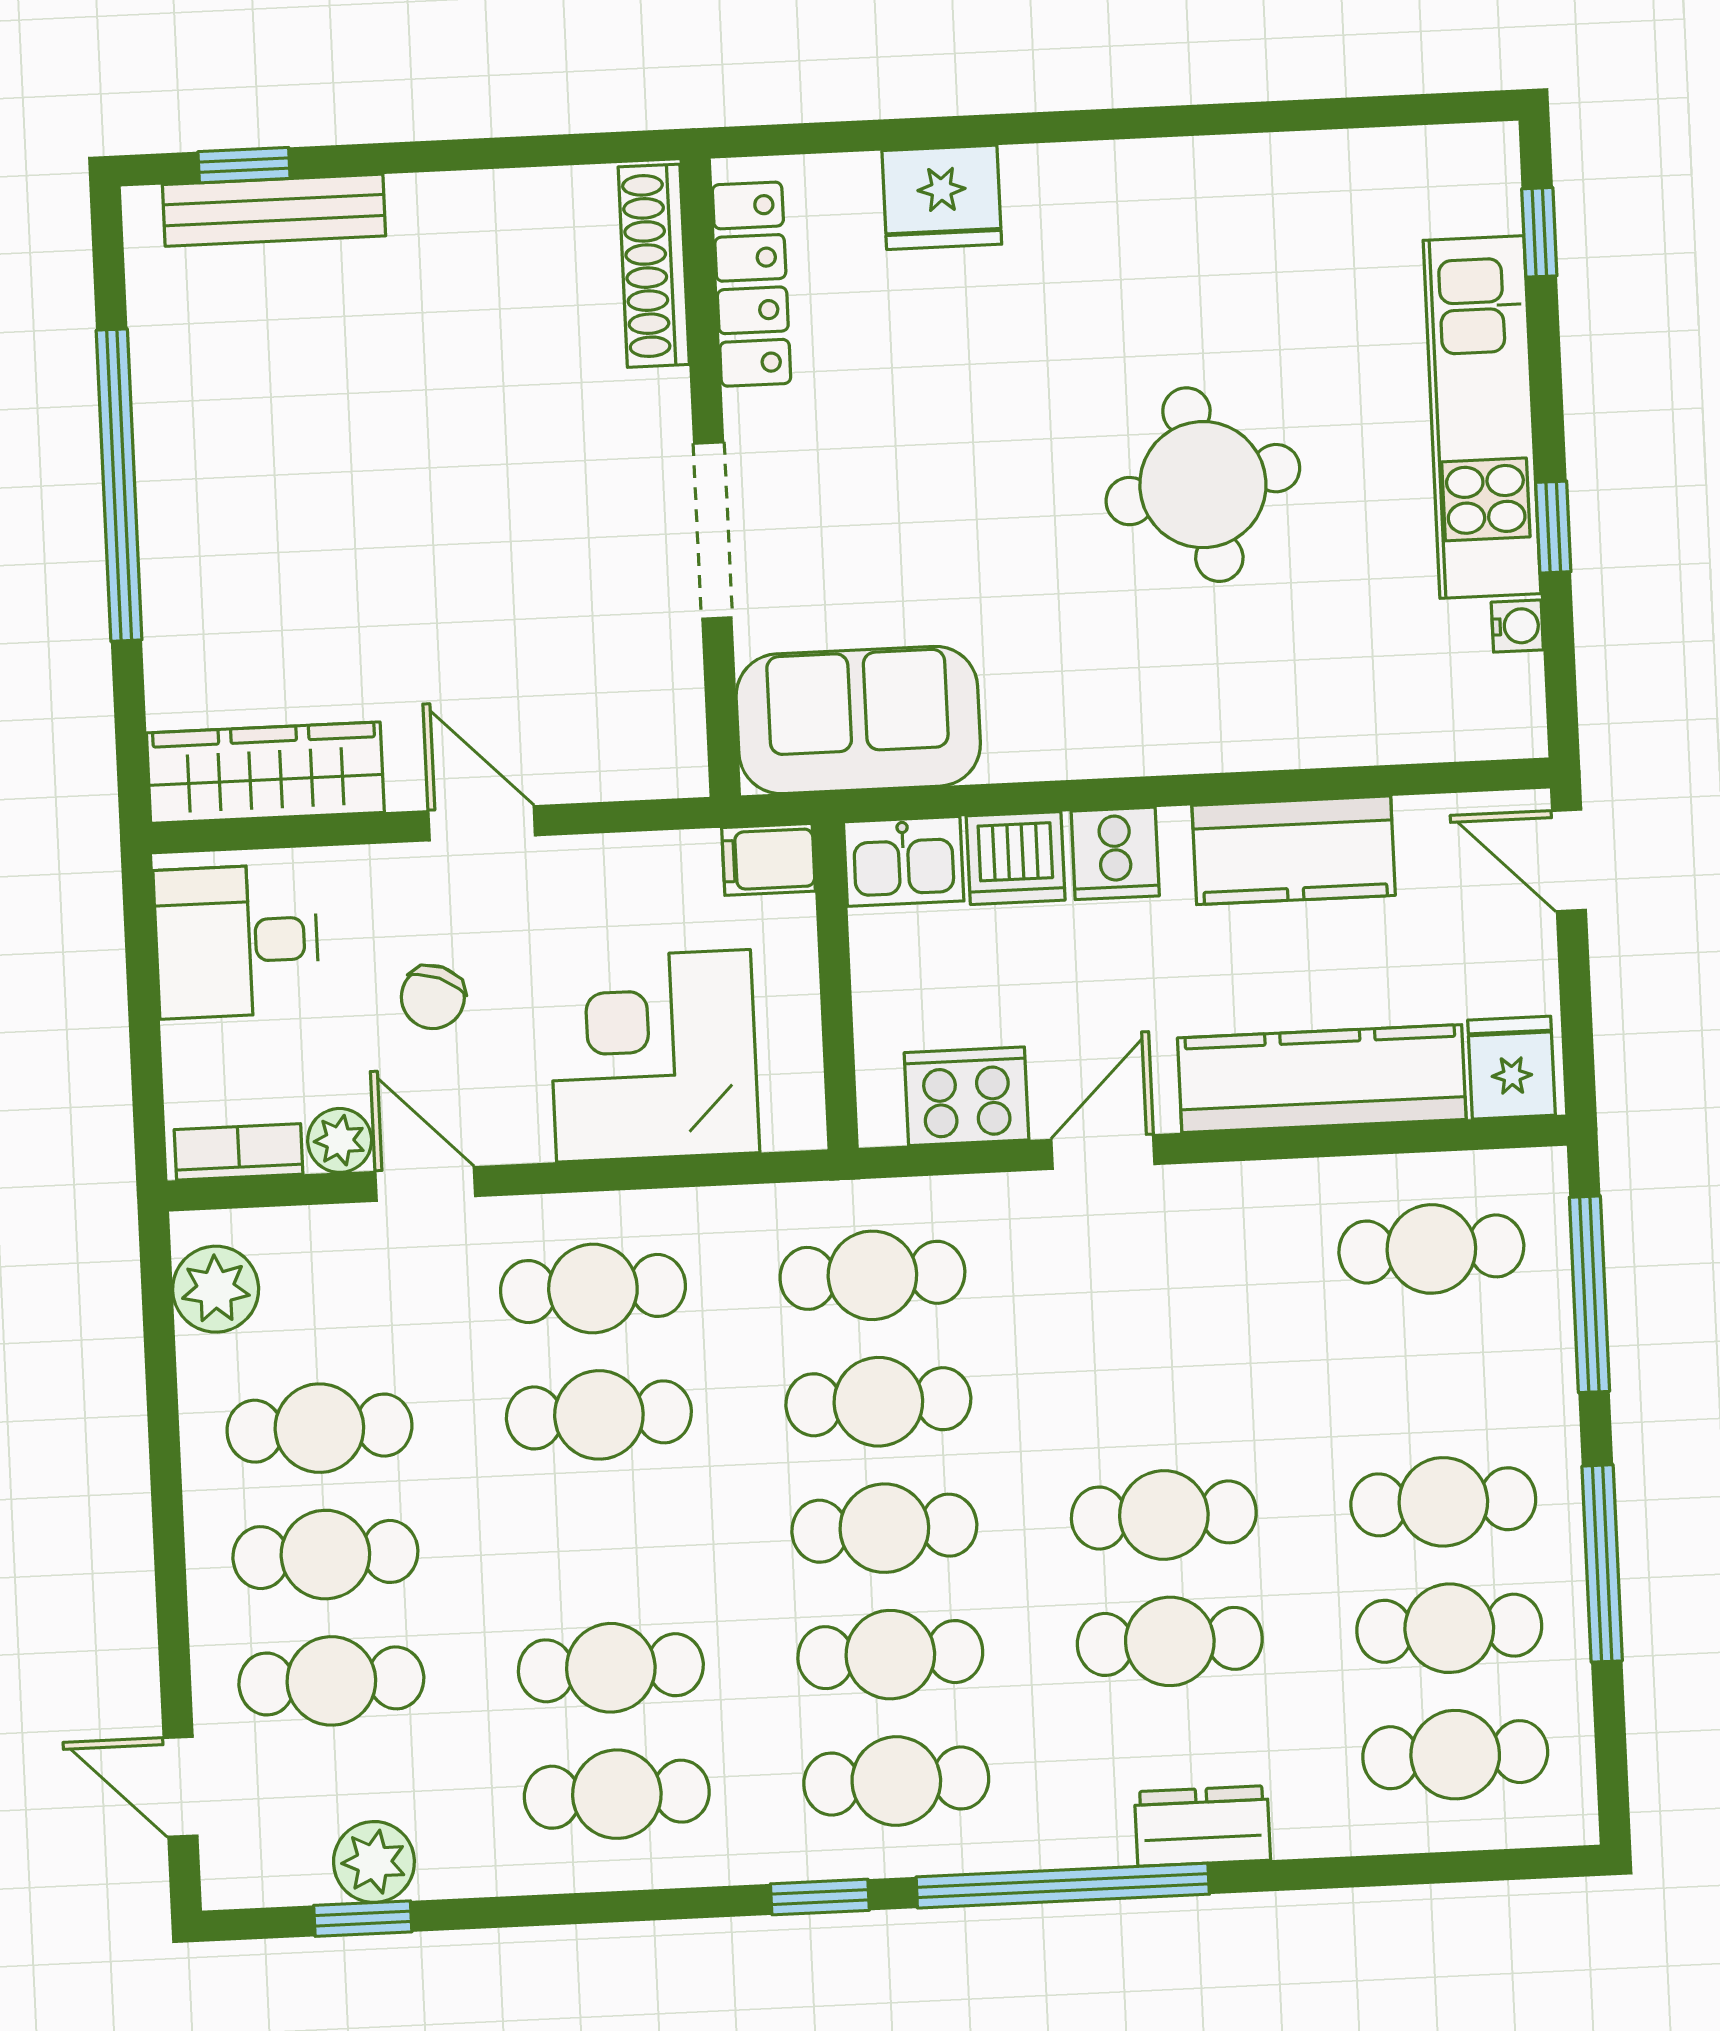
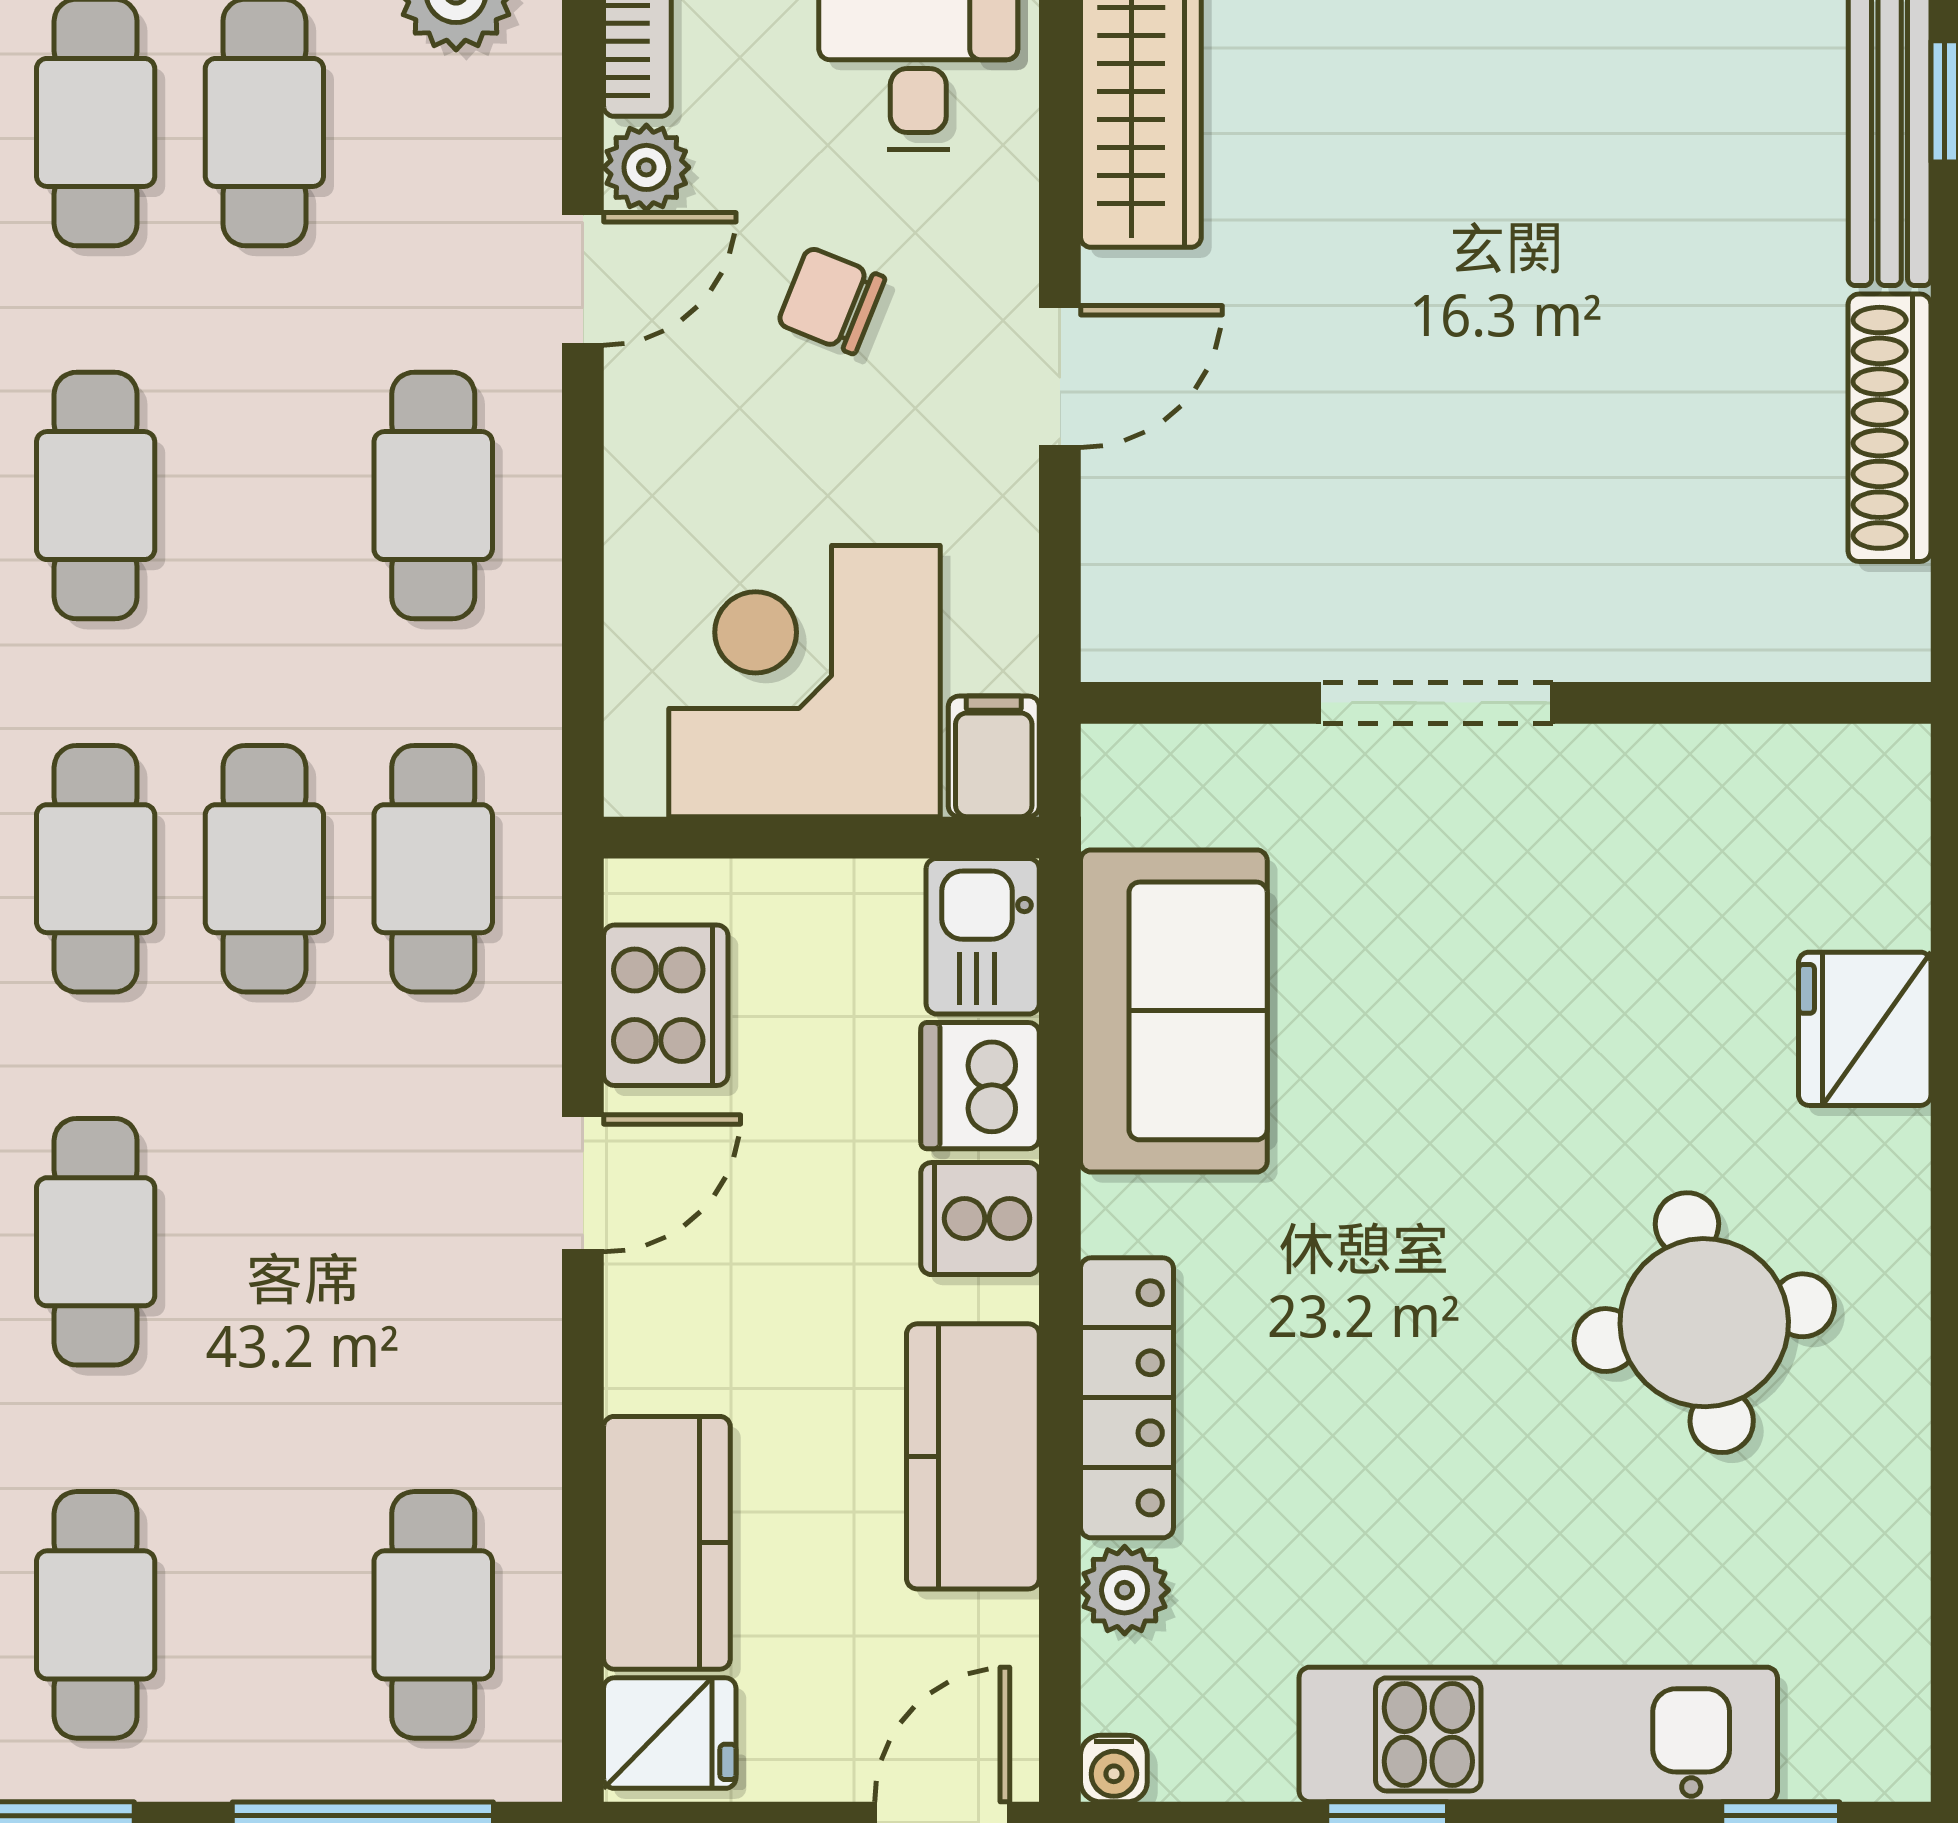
shoe rack: (654, 266) -> (1889, 428), moved, turned -90
locker: (752, 284) -> (1127, 1398), moved, turned -90
round table: (1203, 485) -> (1704, 1323), moved
water cooler: (1517, 626) -> (1114, 1769), moved
sofa: (858, 720) -> (1174, 1011), moved
plant: (1388, 732) -> (1125, 1590), added
corner desk: (653, 1056) -> (804, 681), moved, turned -90
kitchen counter: (1322, 1079) -> (667, 1543), width x0.67
door: (1103, 1152) -> (583, 1183), hinge flipped
cafe table: (599, 1415) -> (96, 496), moved

